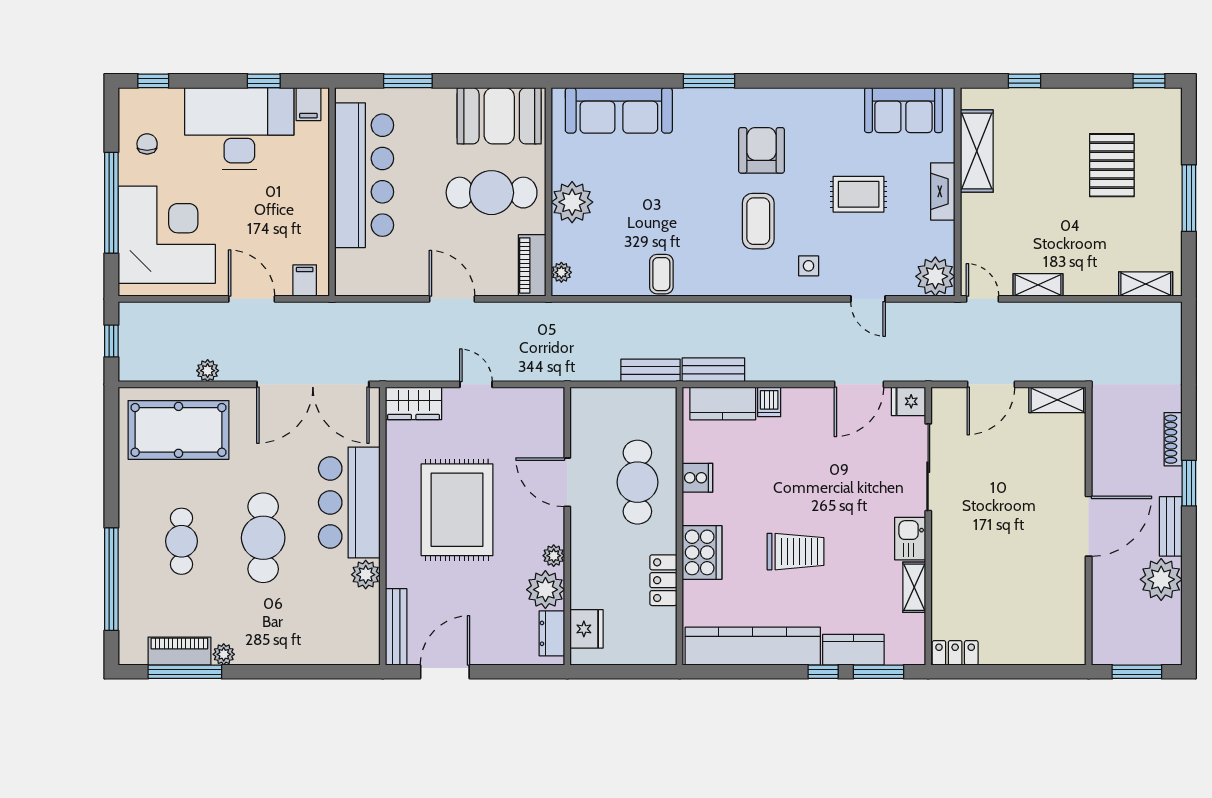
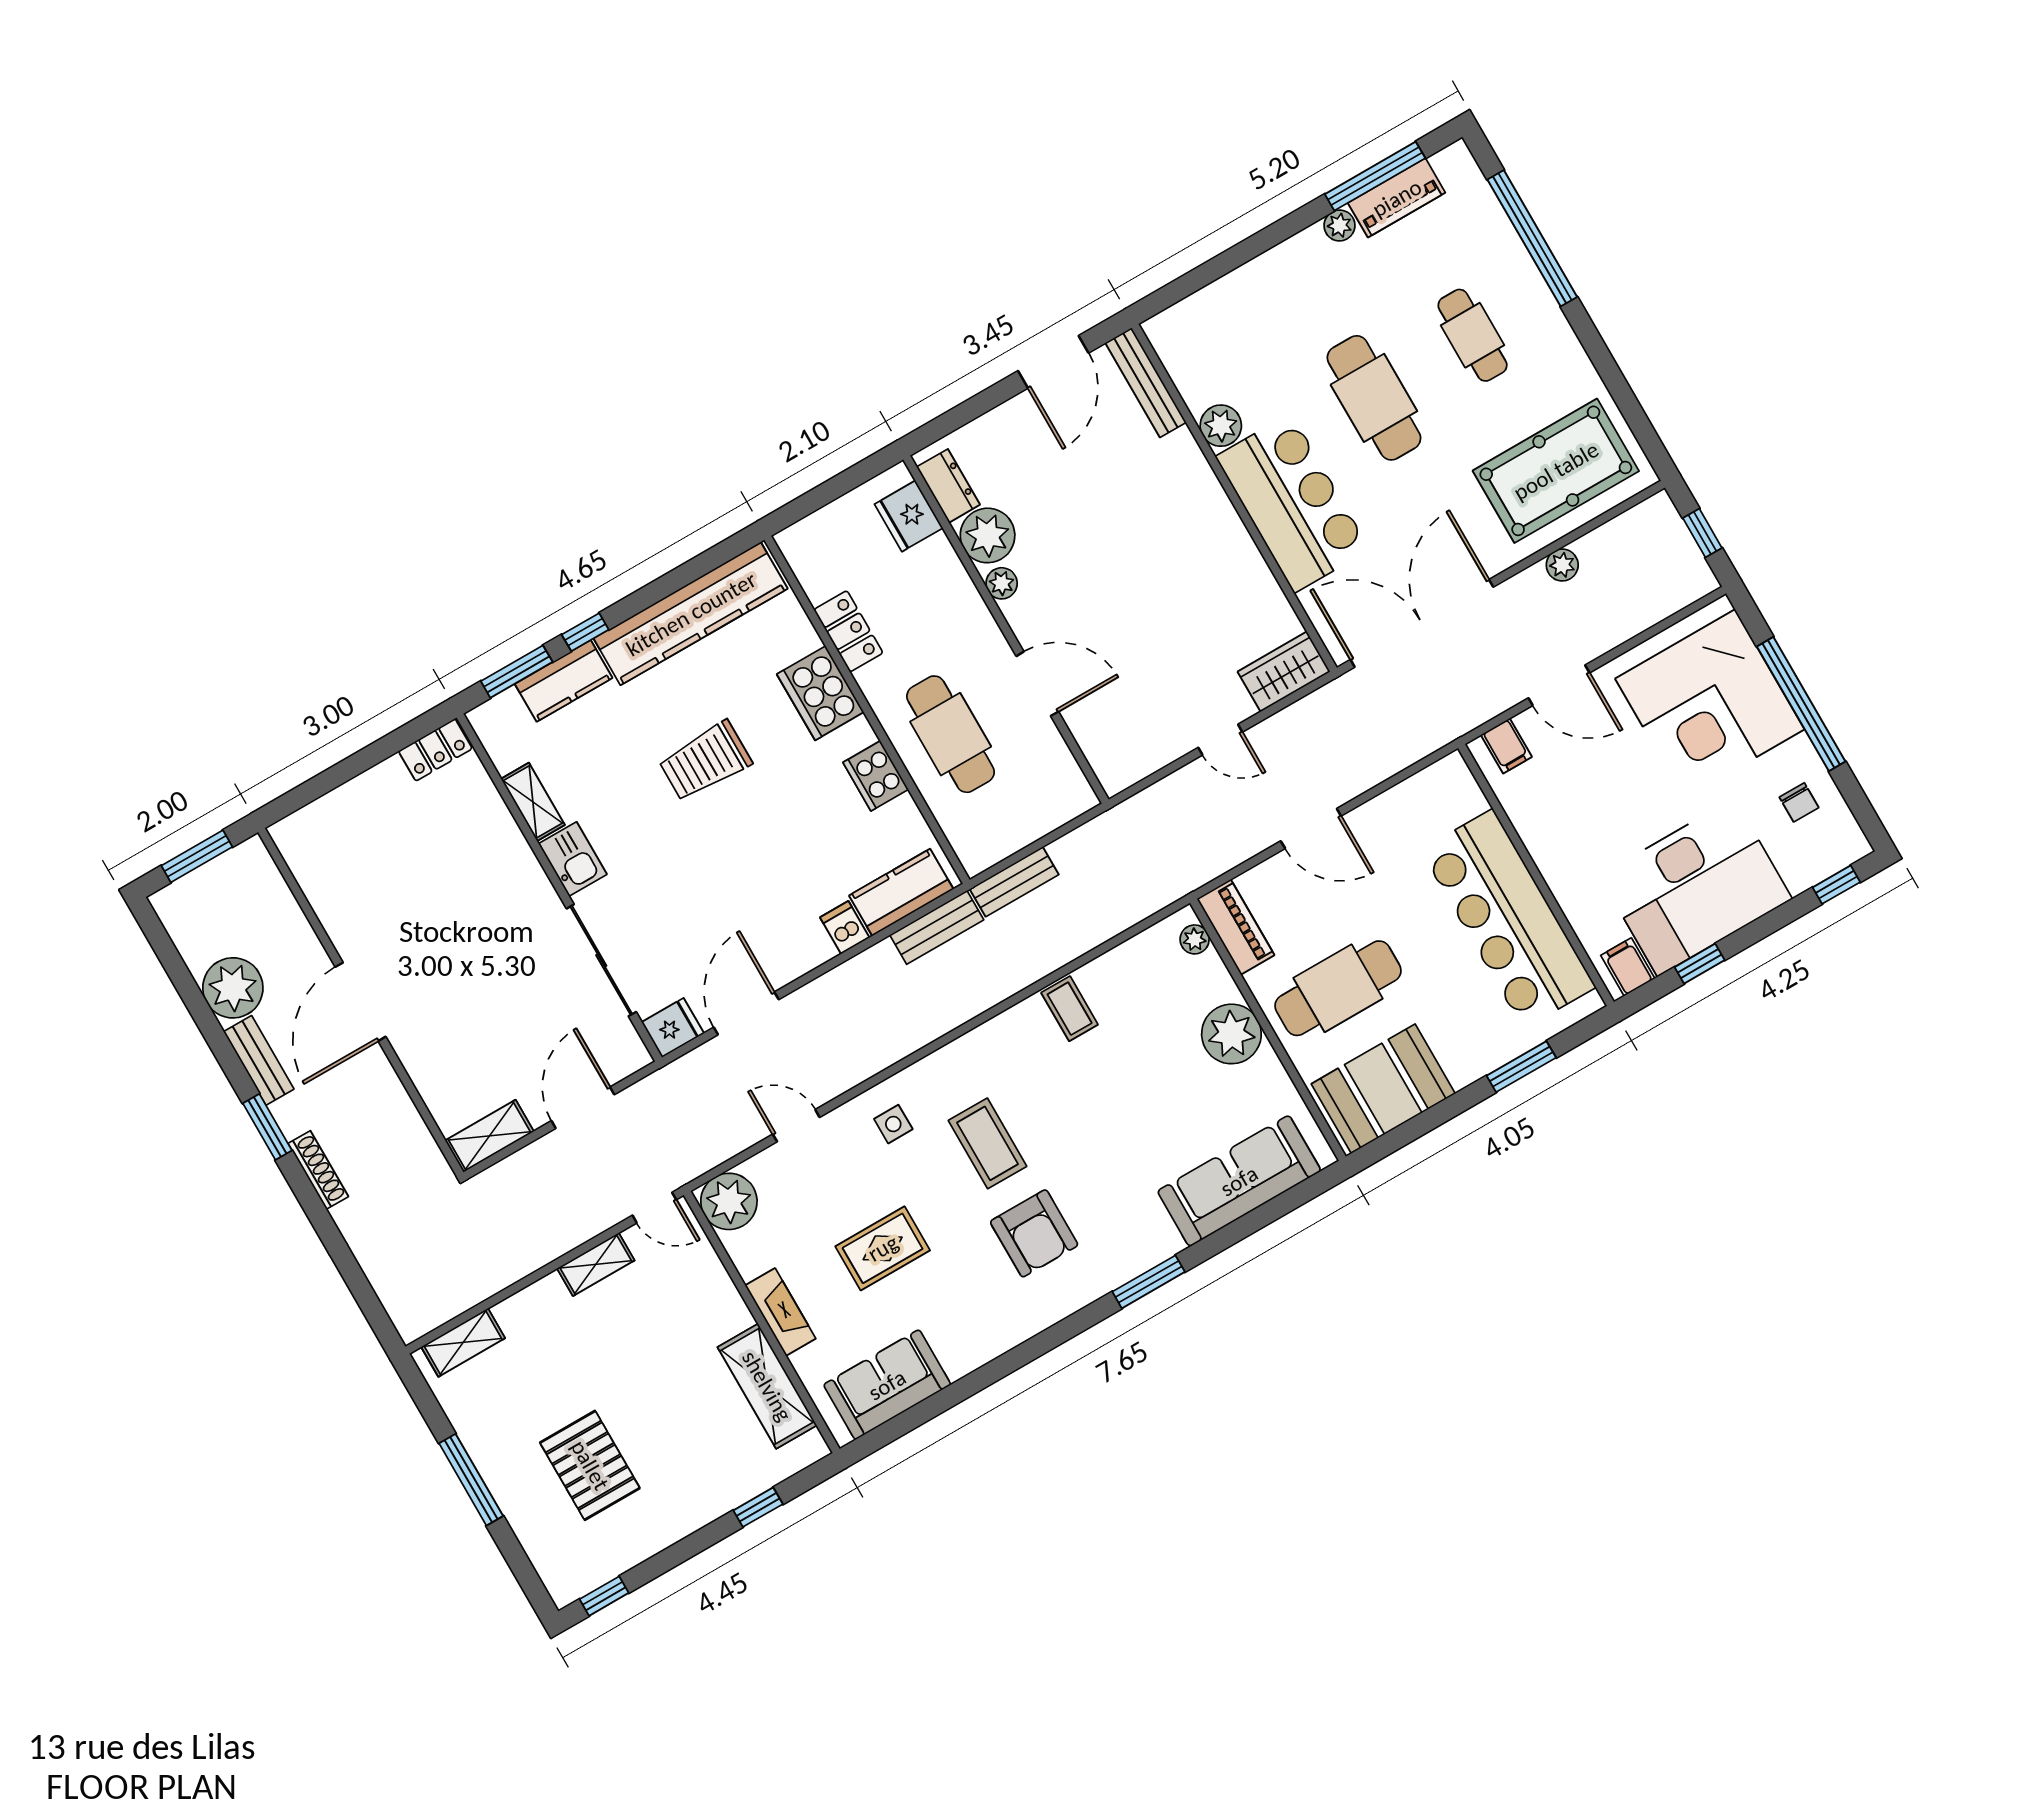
cooker: (697, 478) -> (876, 776), width x1.36
rug: (457, 510) -> (1154, 571), removed

